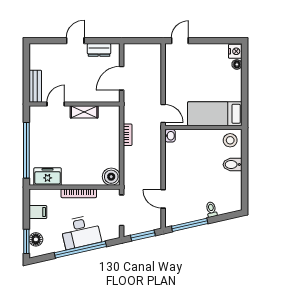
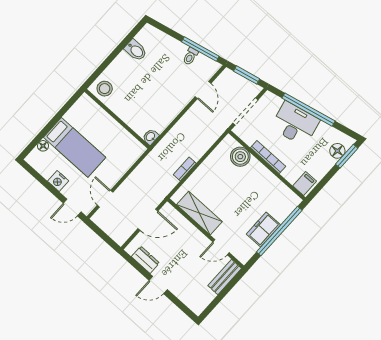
nightstand: (235, 51) -> (58, 181), moved, turned -90
shelving: (84, 112) -> (199, 213), width x1.50, depth x1.33
door: (163, 113) -> (105, 199), moved
bed: (215, 114) -> (75, 147), moved
bidet: (232, 165) -> (136, 50), moved
freezer: (48, 177) -> (263, 229), moved, turned 90
boiler: (111, 177) -> (240, 157), moved
toilet: (211, 209) -> (190, 56), moved
filing cabinet: (38, 212) -> (305, 184), moved, turned 90

